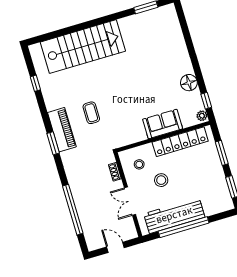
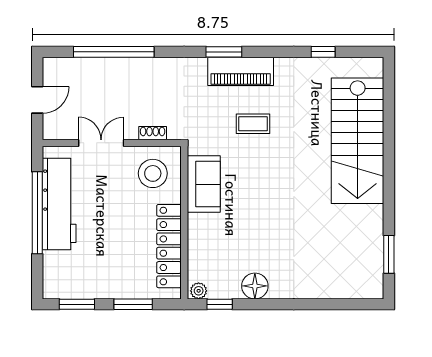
sofa: (163, 124) -> (204, 184), moved
stool: (139, 164) -> (153, 173), width x1.89, depth x1.89
stool: (161, 180) -> (119, 200), removed

